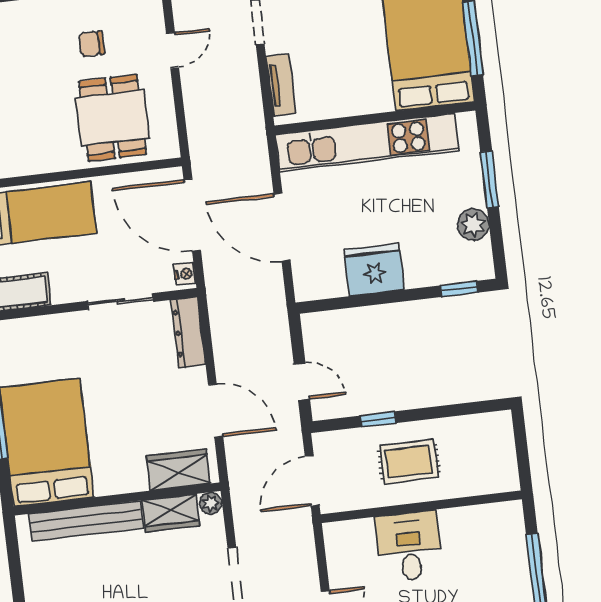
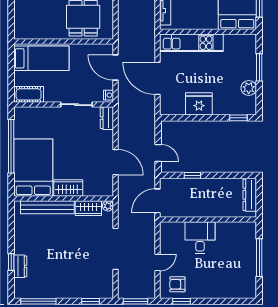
kitchen unit: (367, 142) -> (191, 43), width x0.73
door: (192, 215) -> (115, 67), width x0.73
dresser: (188, 332) -> (107, 118), width x0.70
dresser: (502, 445) -> (250, 195), added
rug: (409, 462) -> (205, 197), removed
wardrobe: (178, 470) -> (68, 188), moved

